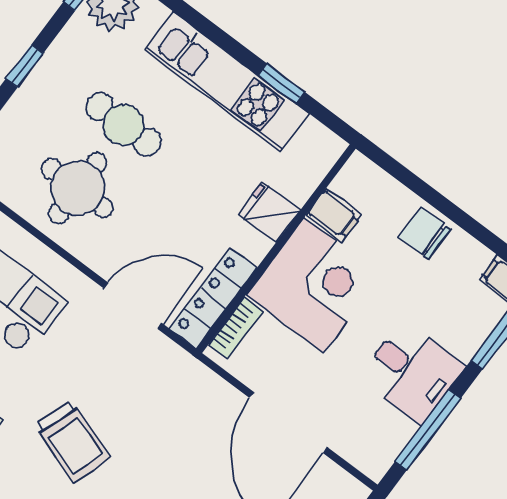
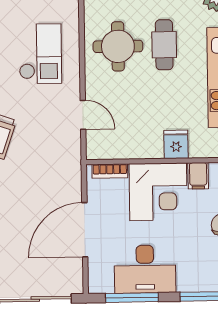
locker: (213, 298) -> (116, 150), removed
door: (133, 306) -> (83, 115), width x0.73
desk: (412, 372) -> (145, 269), width x1.37

